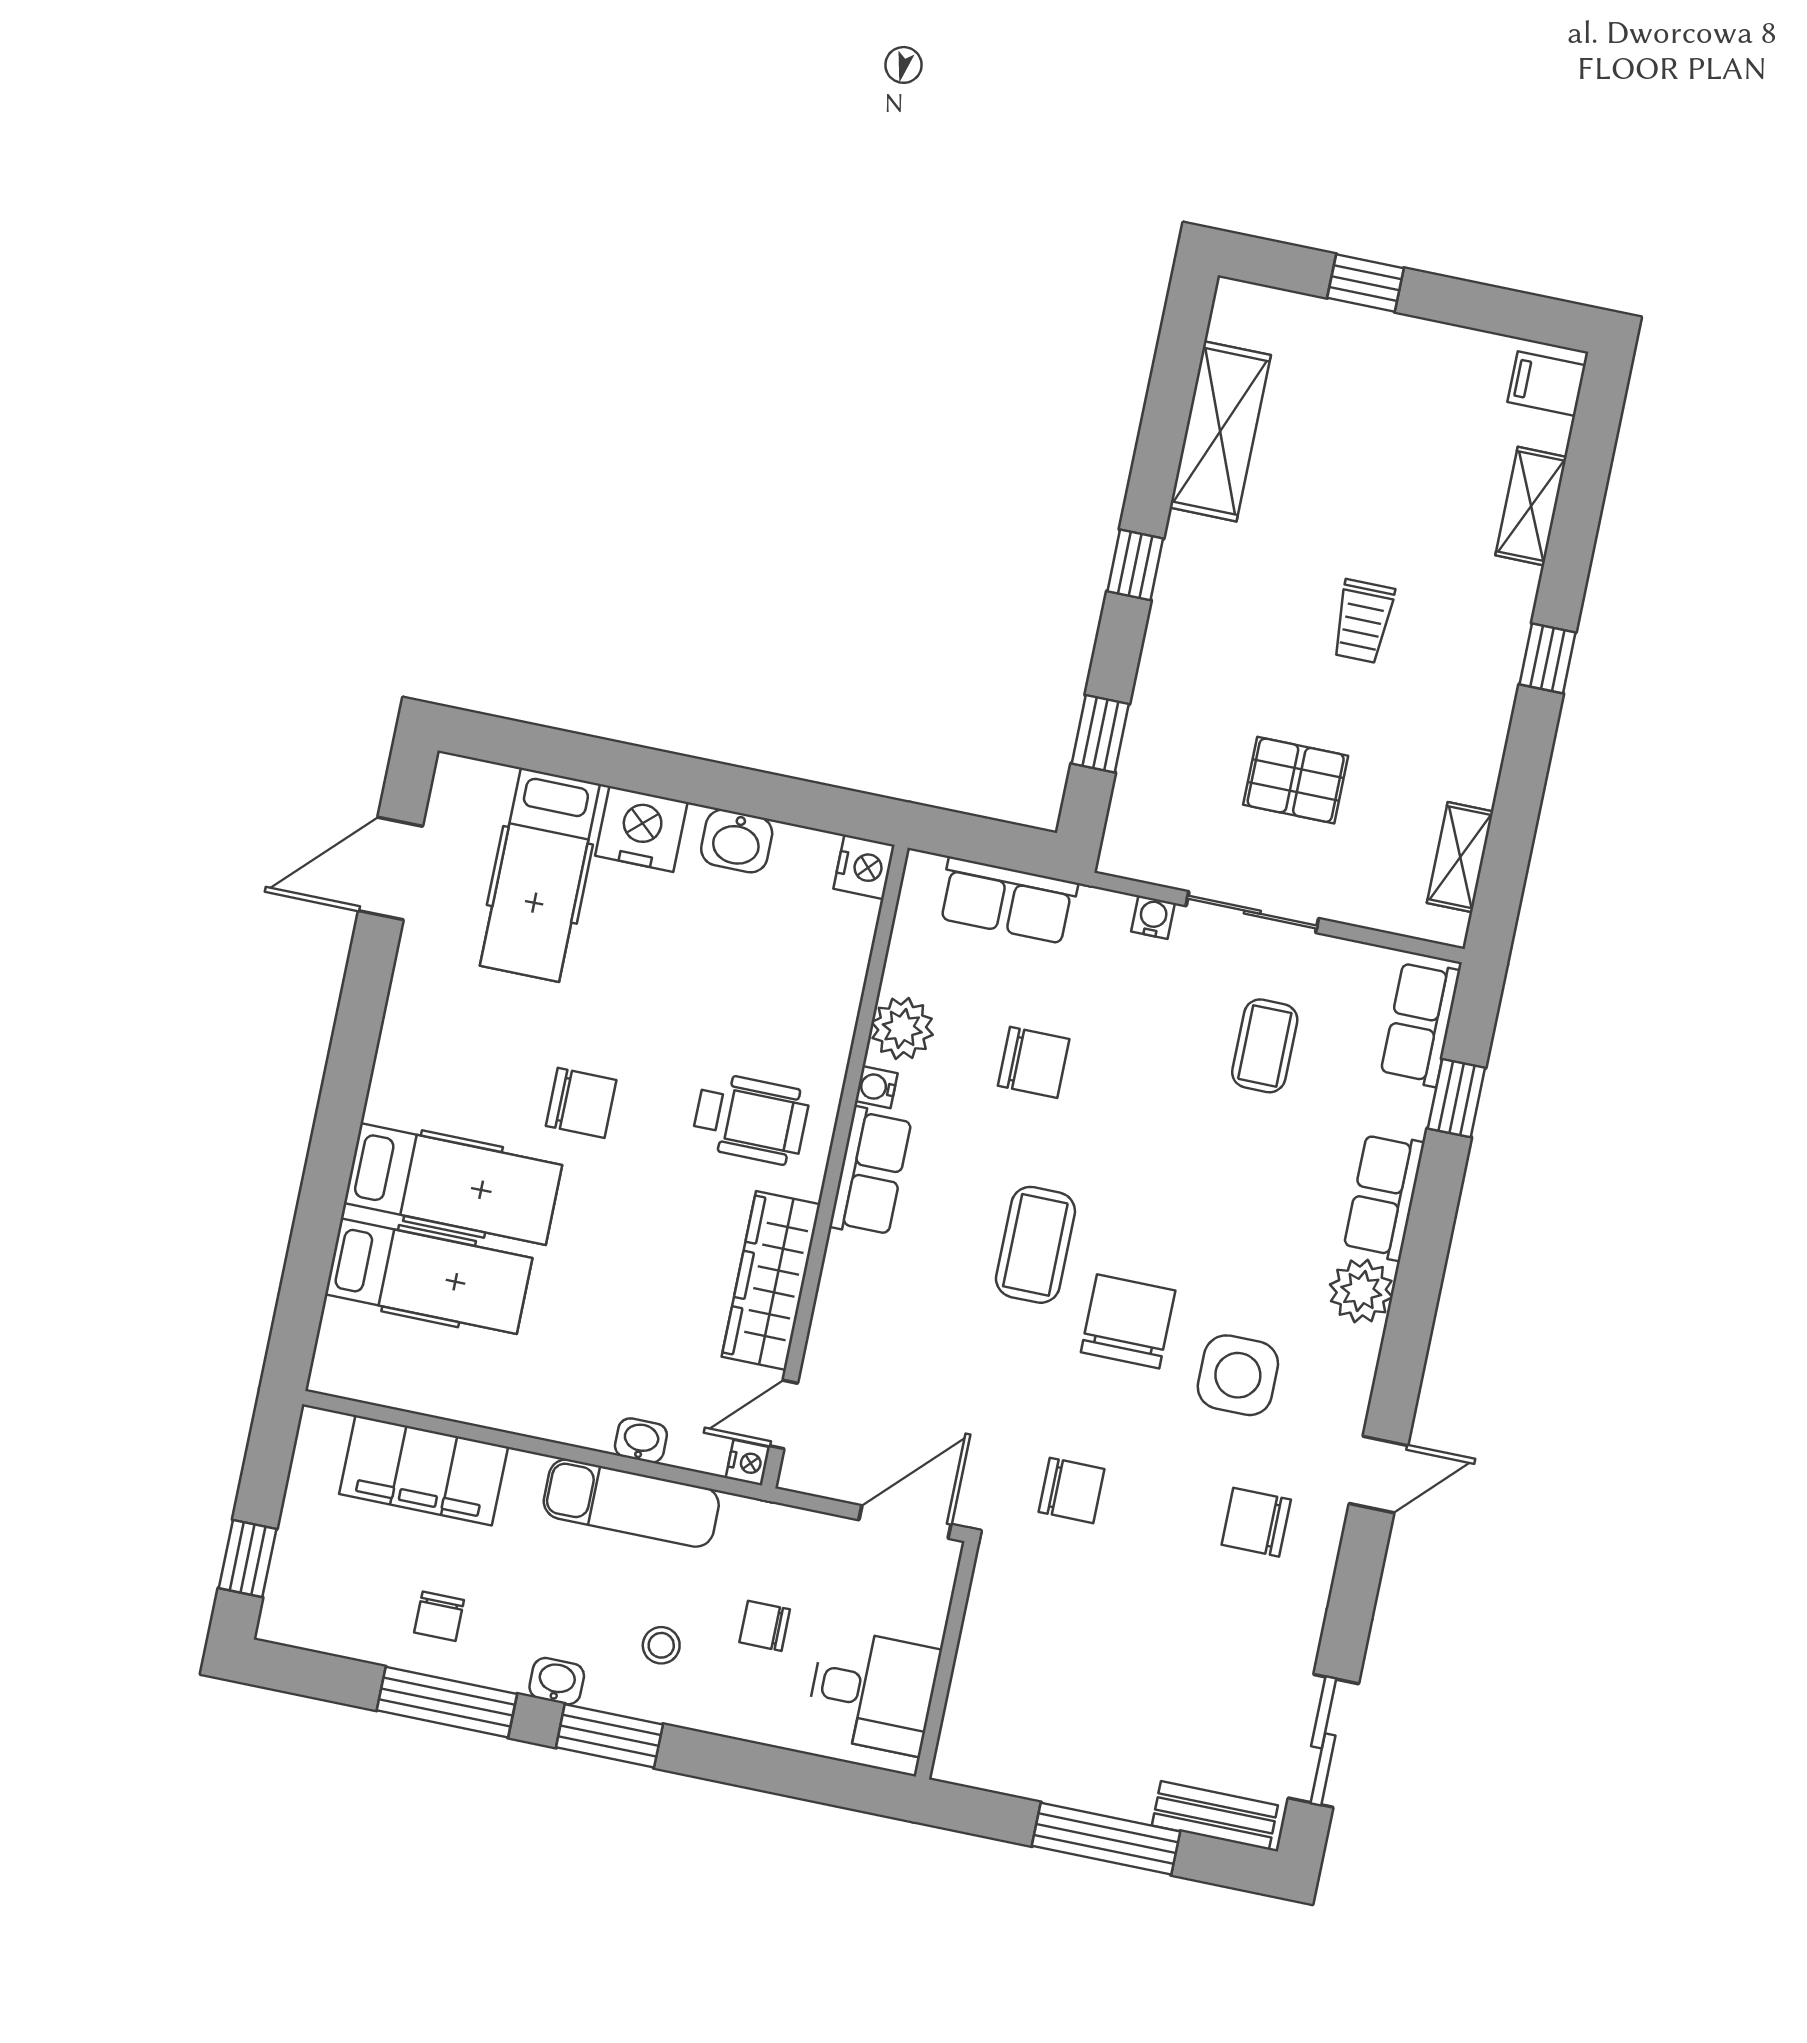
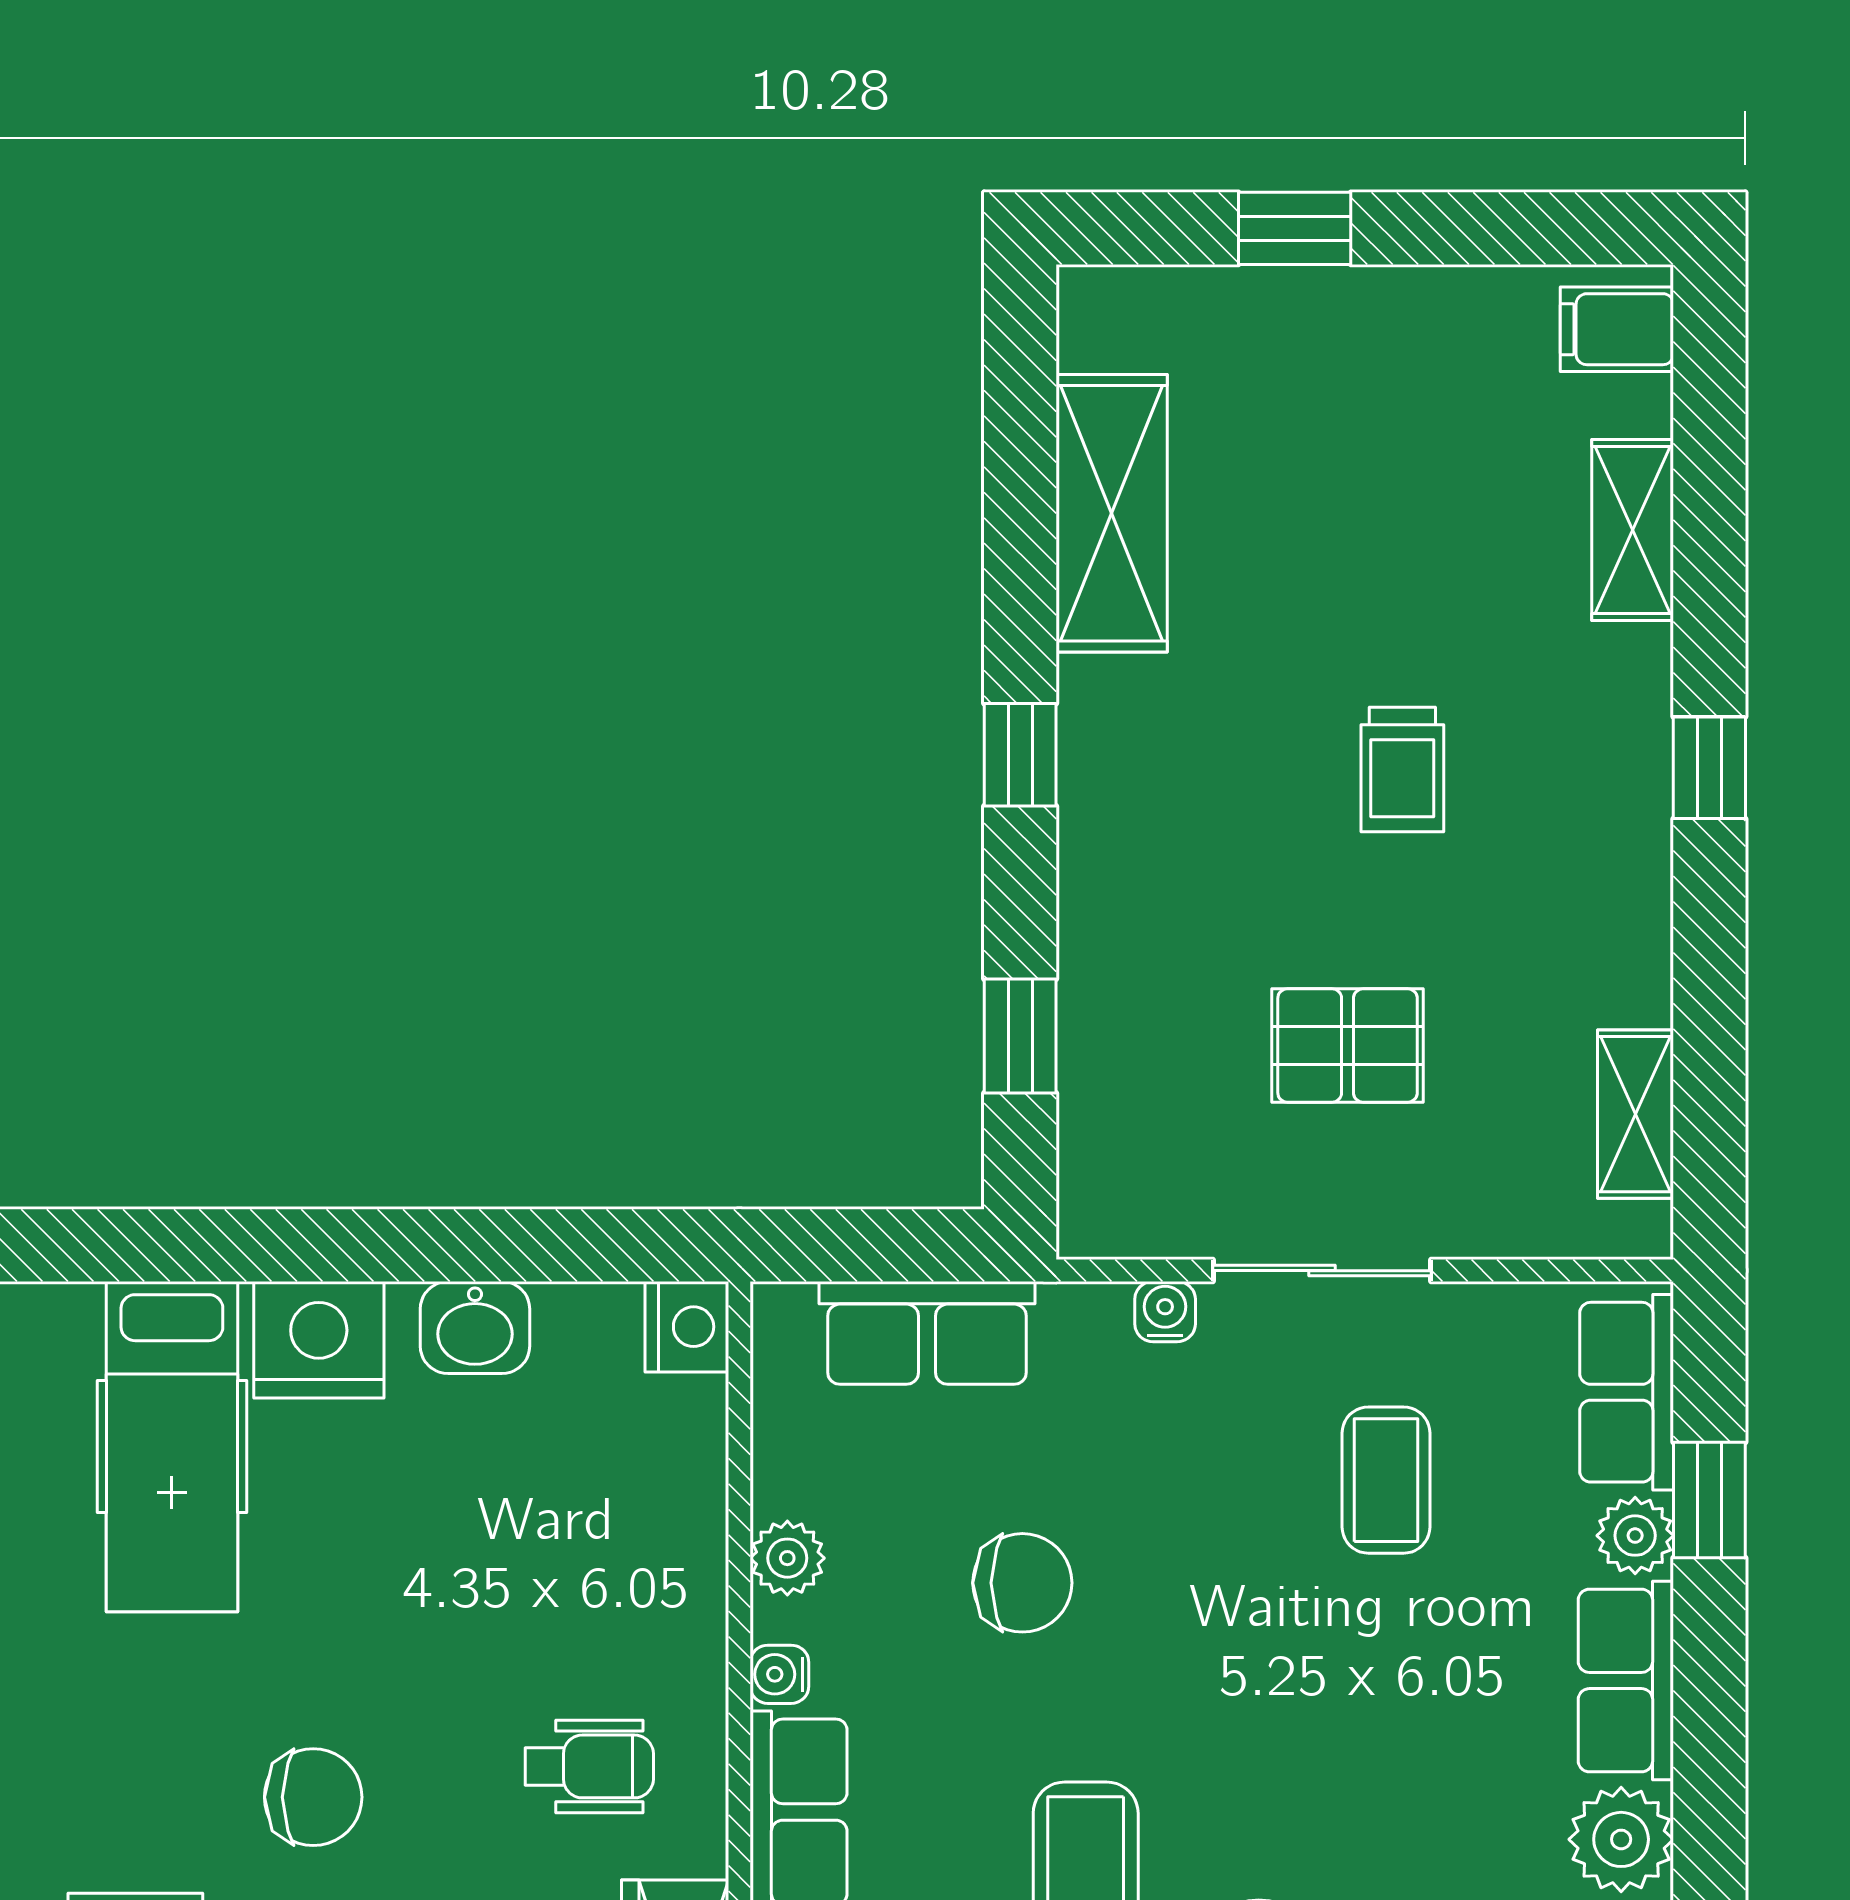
plant: (902, 1028) -> (787, 1558), width x0.73, depth x0.73
plant: (1407, 1110) -> (1635, 1536), added
wheelchair: (751, 1119) -> (589, 1766), width x0.73, depth x0.73

